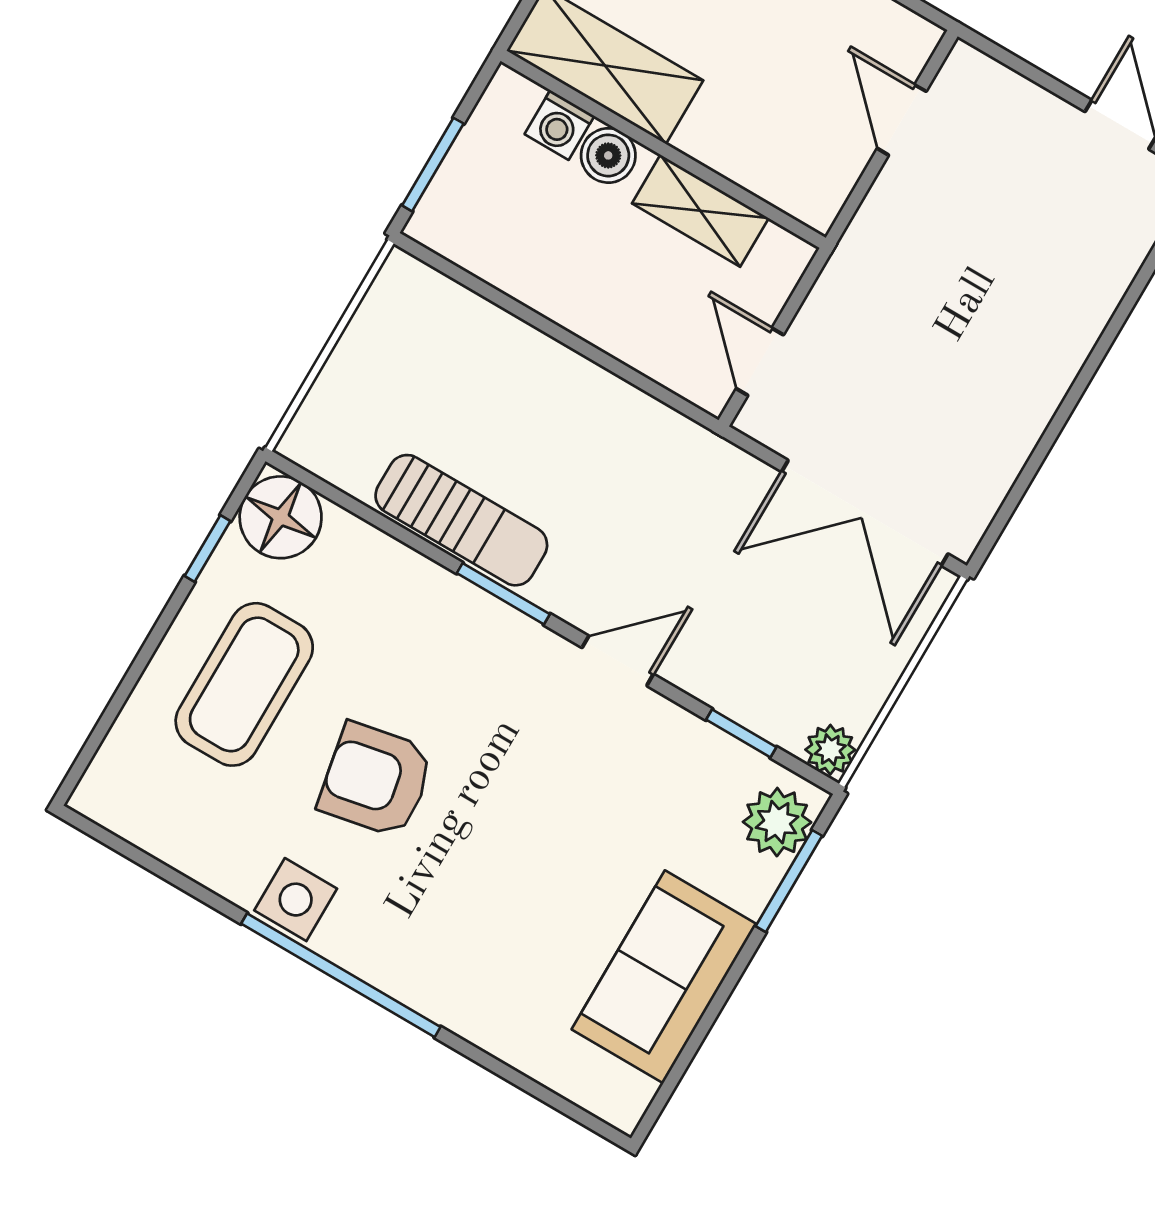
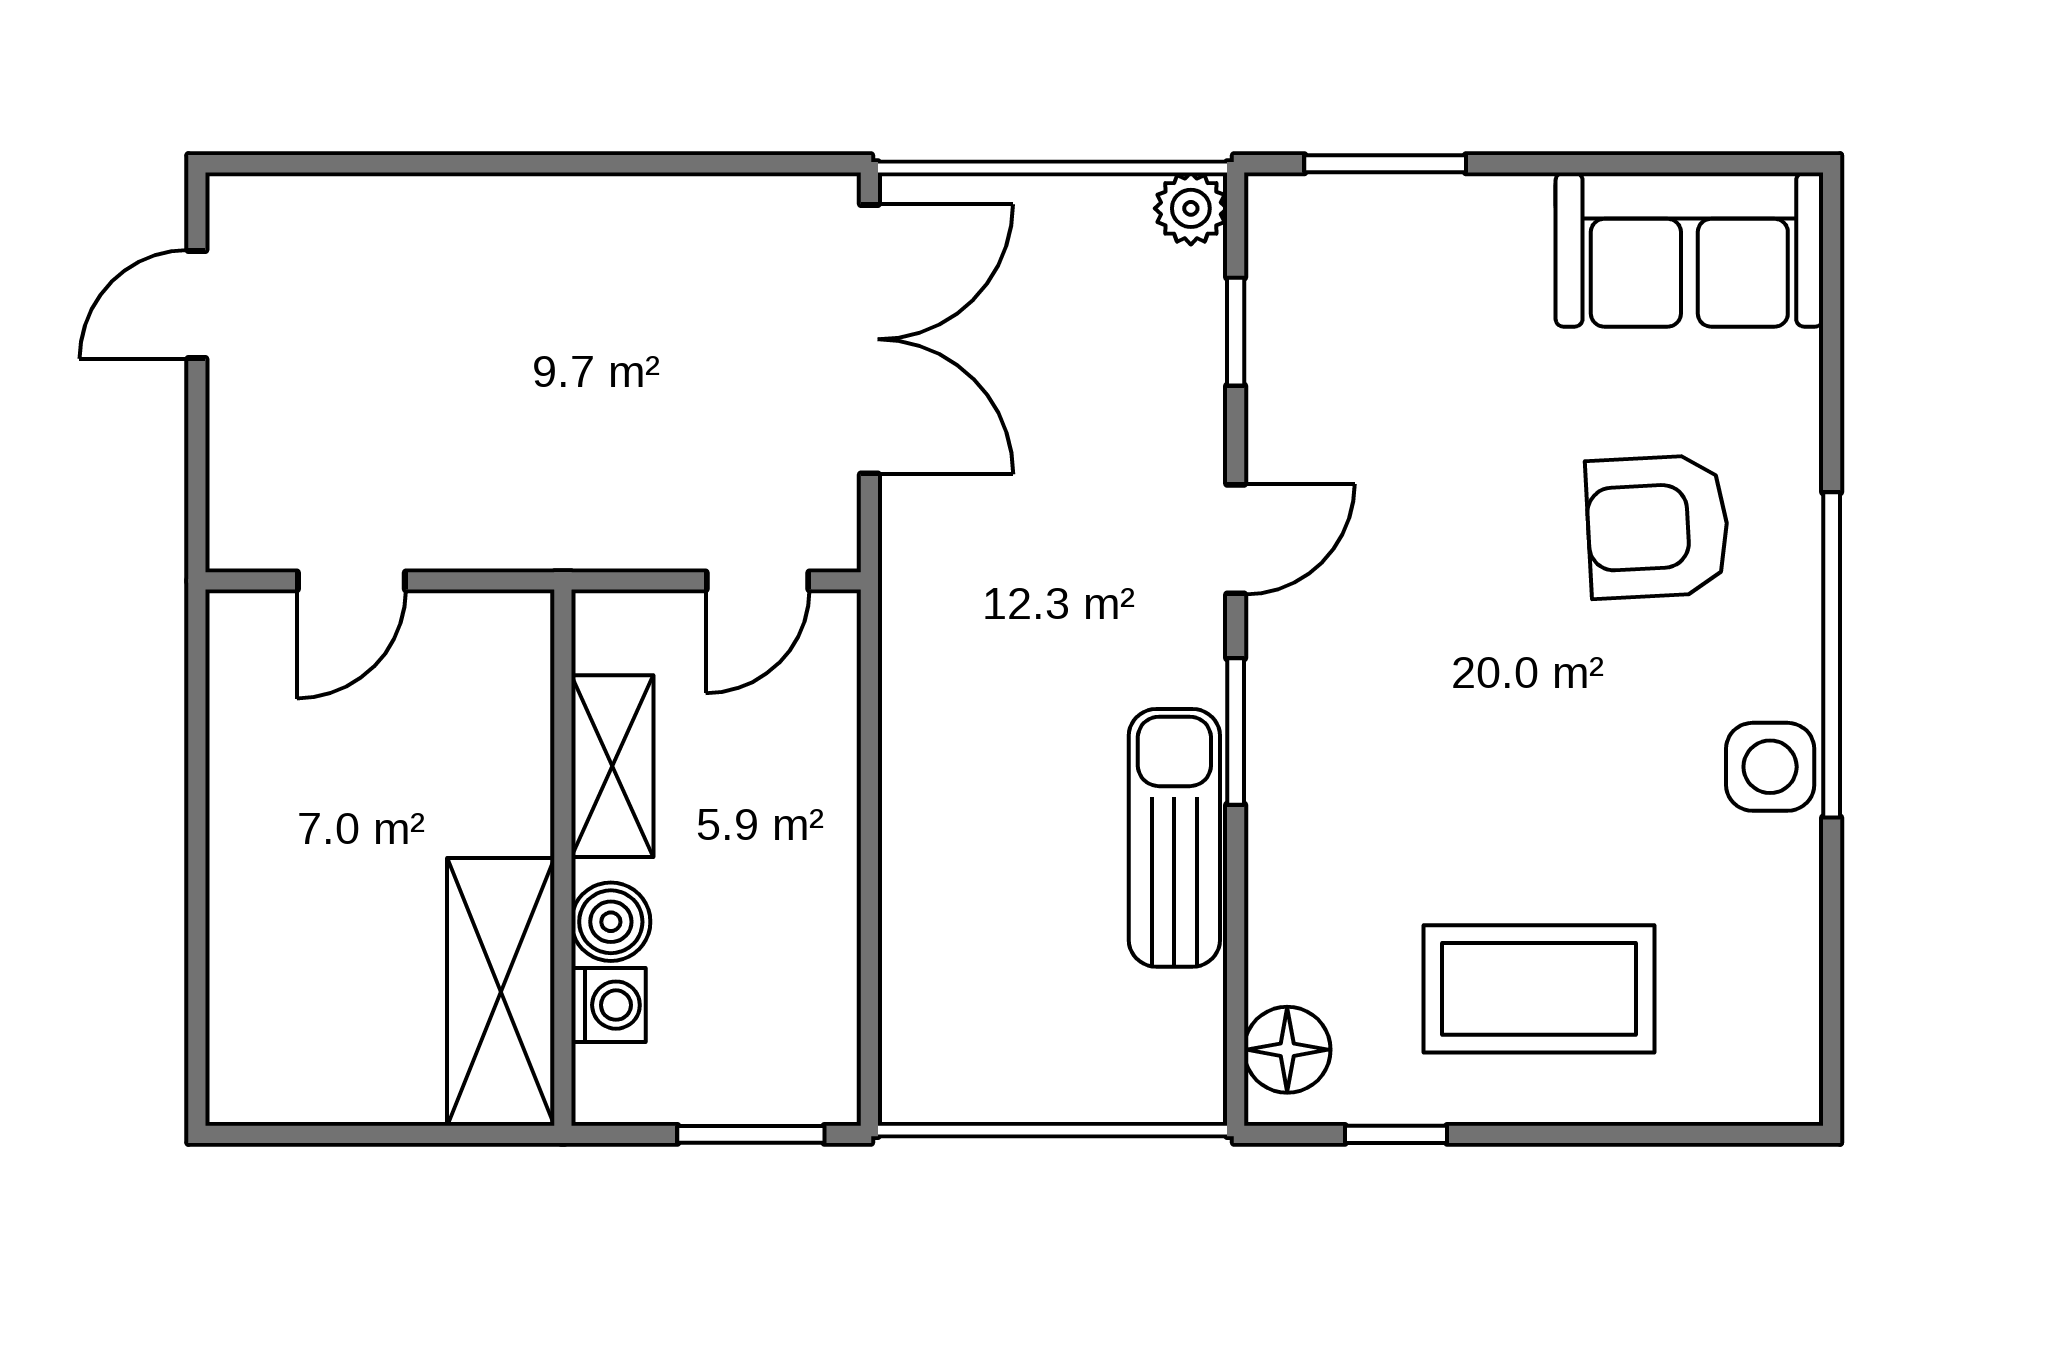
floor lamp: (281, 517) -> (1287, 1050), width x0.73, depth x0.73
door: (618, 661) -> (1236, 539), swing flipped
armchair: (376, 780) -> (1657, 527), moved, turned 98
plant: (777, 822) -> (1320, 222), removed
sofa: (664, 977) -> (1689, 250), moved

